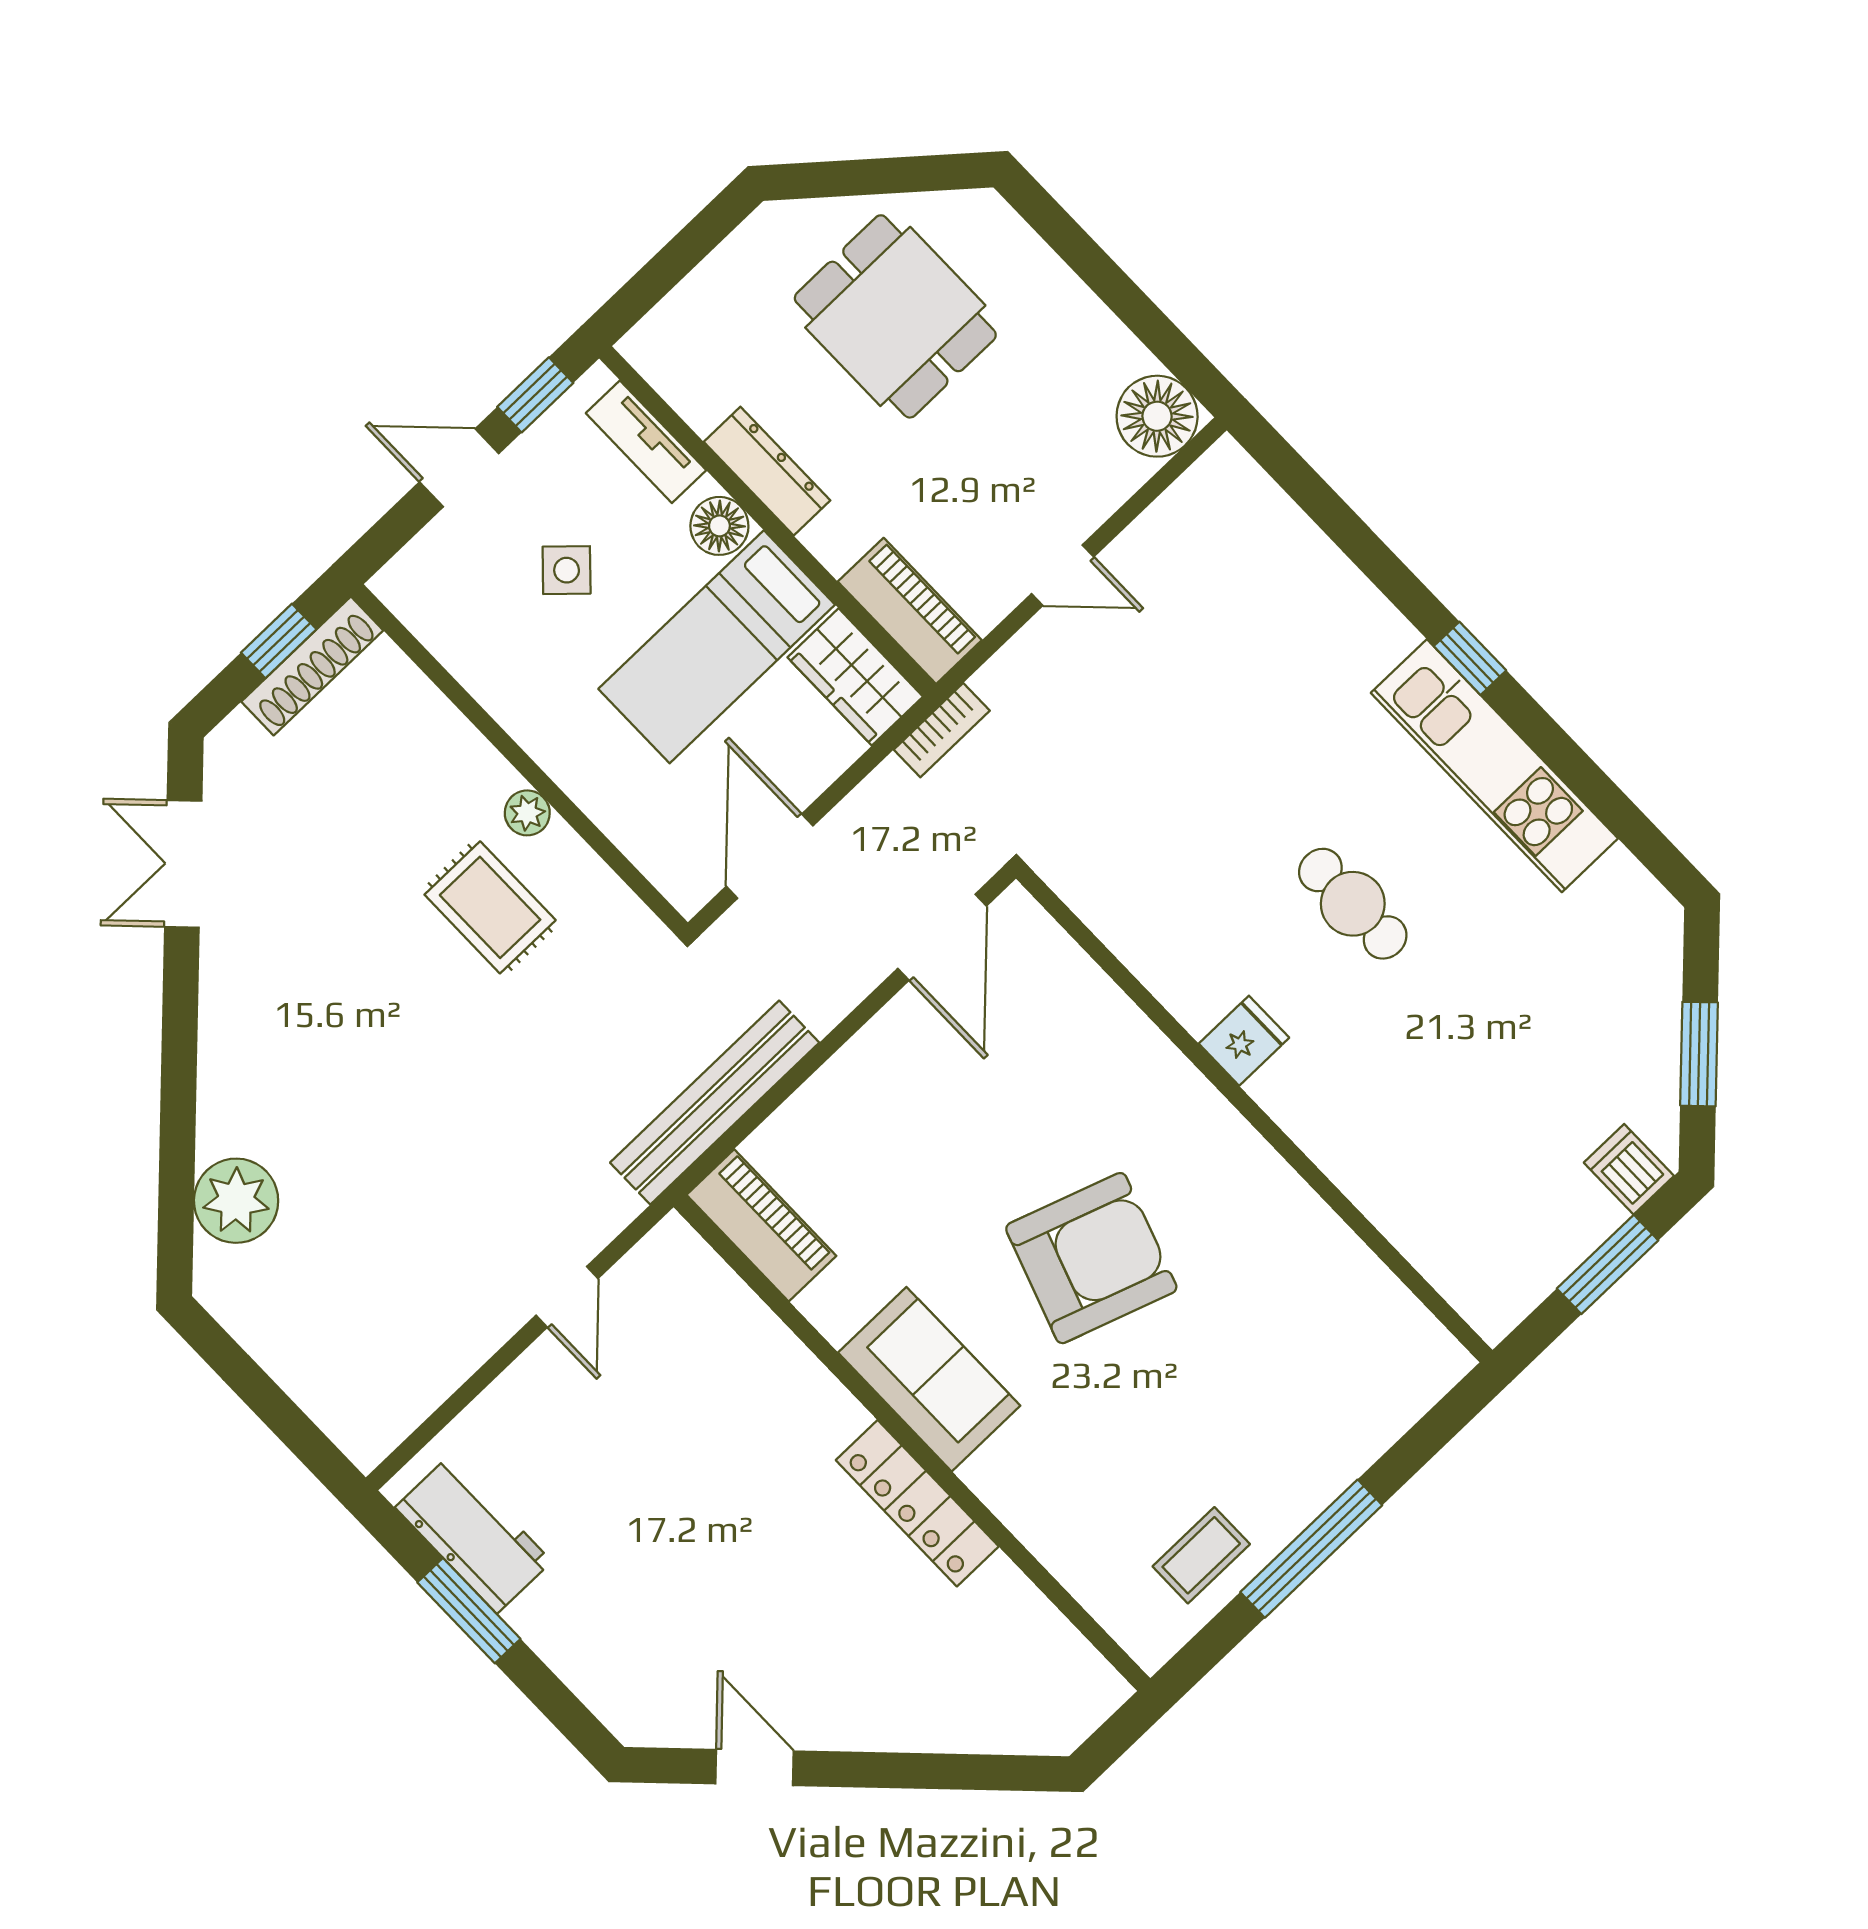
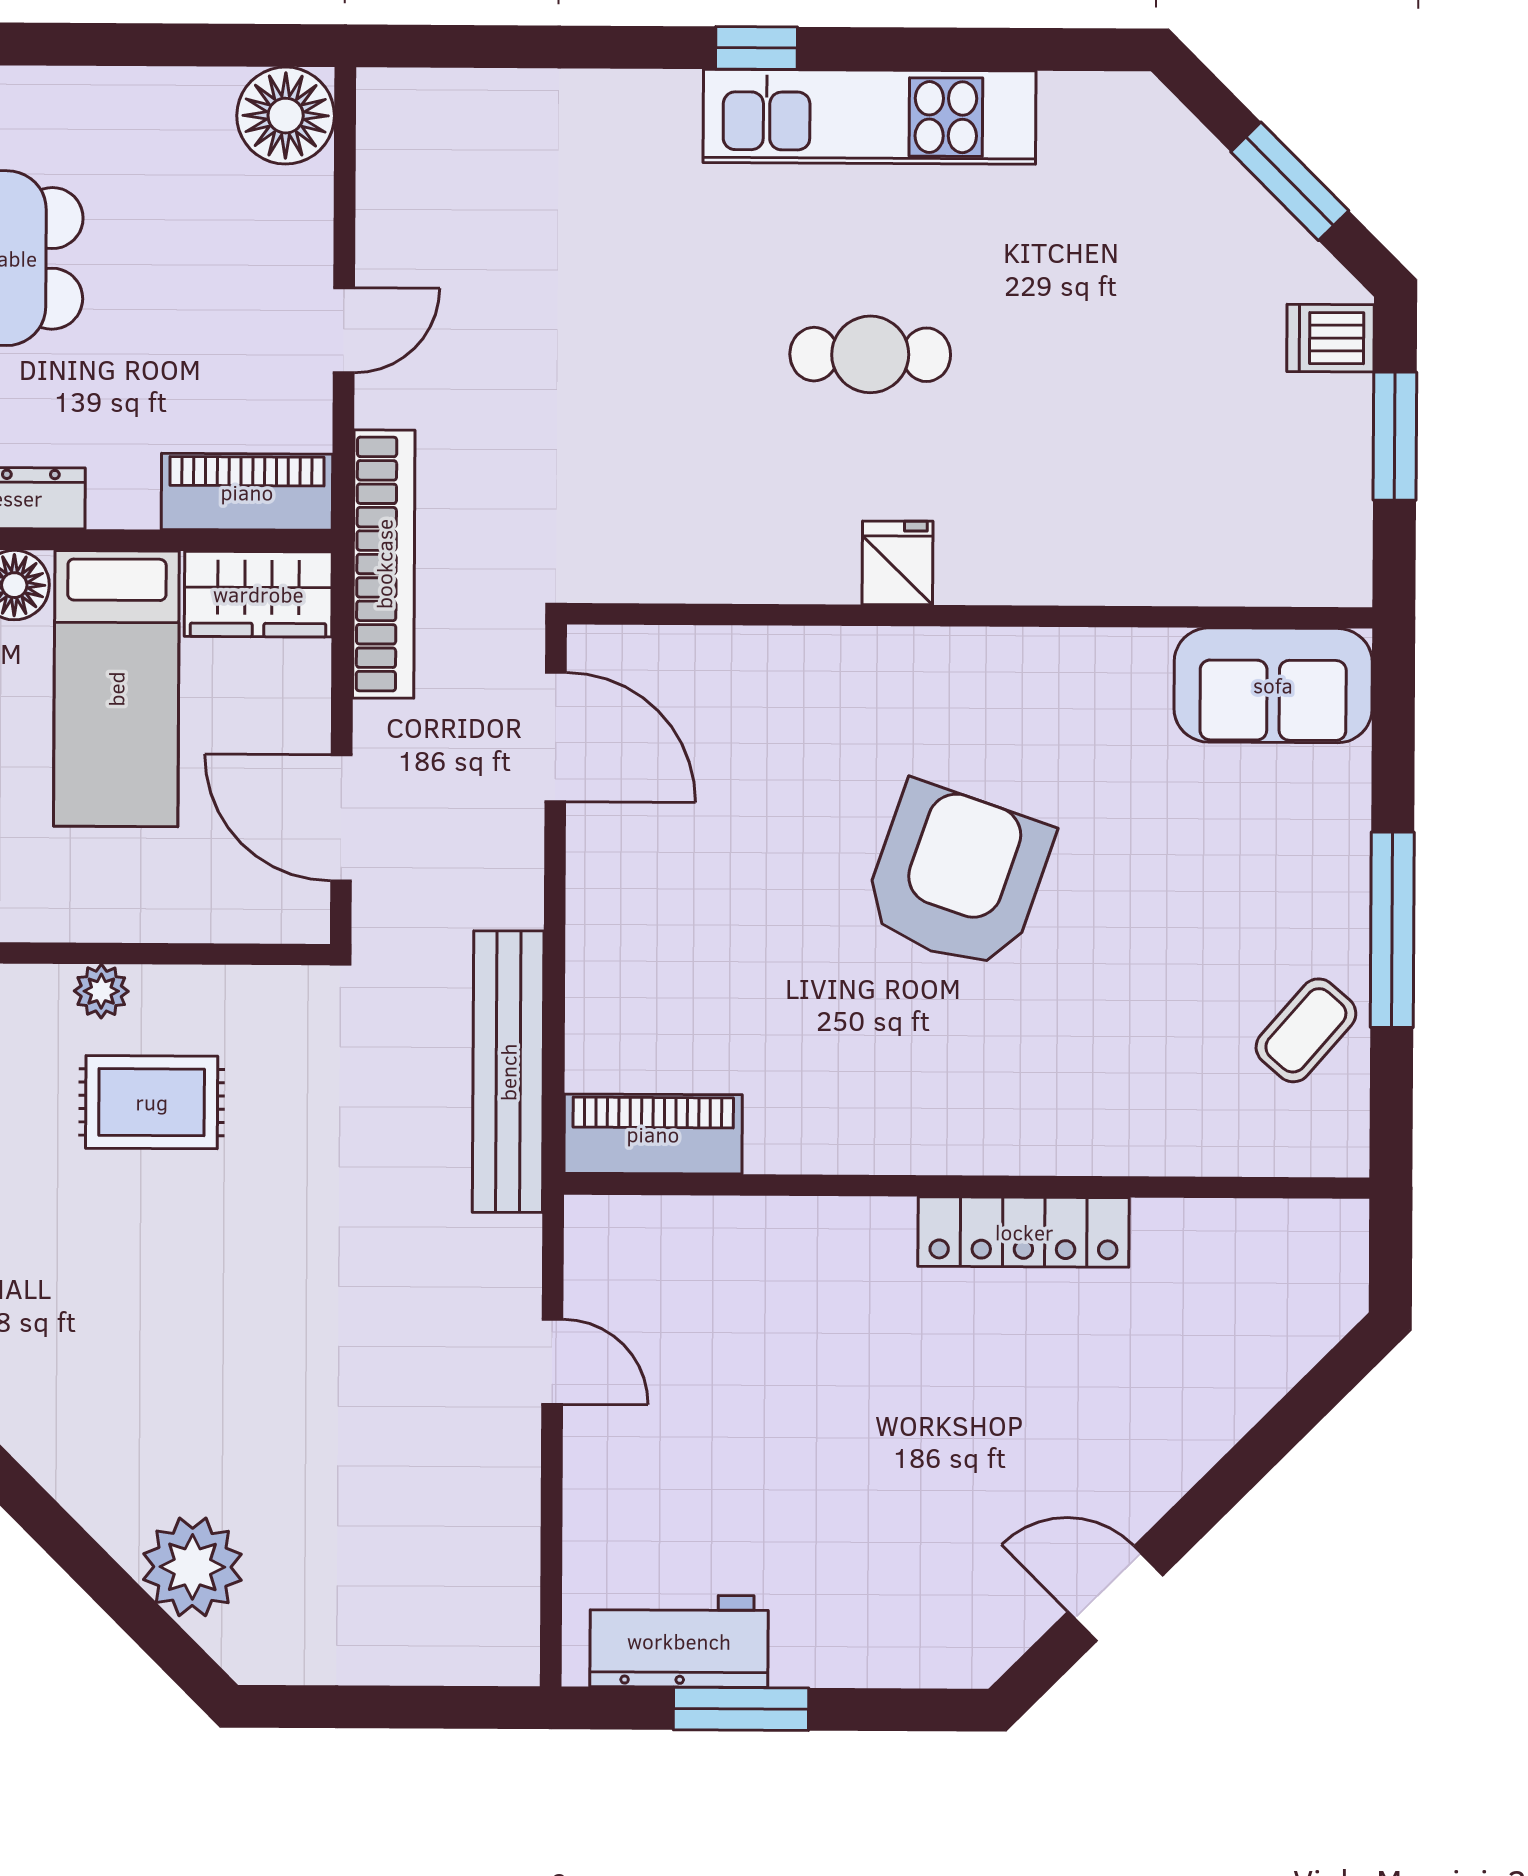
bookcase: (942, 730) -> (384, 564), width x2.31, depth x1.31
sofa: (929, 1379) -> (1273, 685), moved, turned 180
coffee table: (1201, 1555) -> (1306, 1030), turned 41

